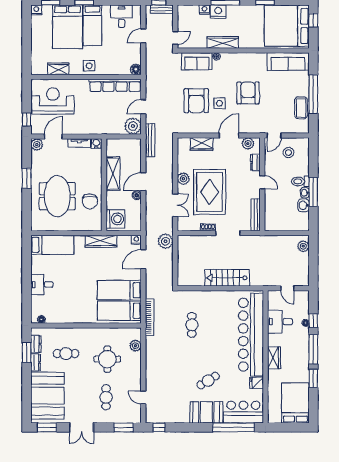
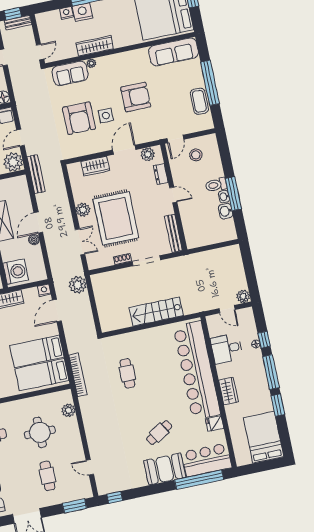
armchair: (248, 93) -> (136, 97), turned 90
plant: (303, 246) -> (243, 296), moved

